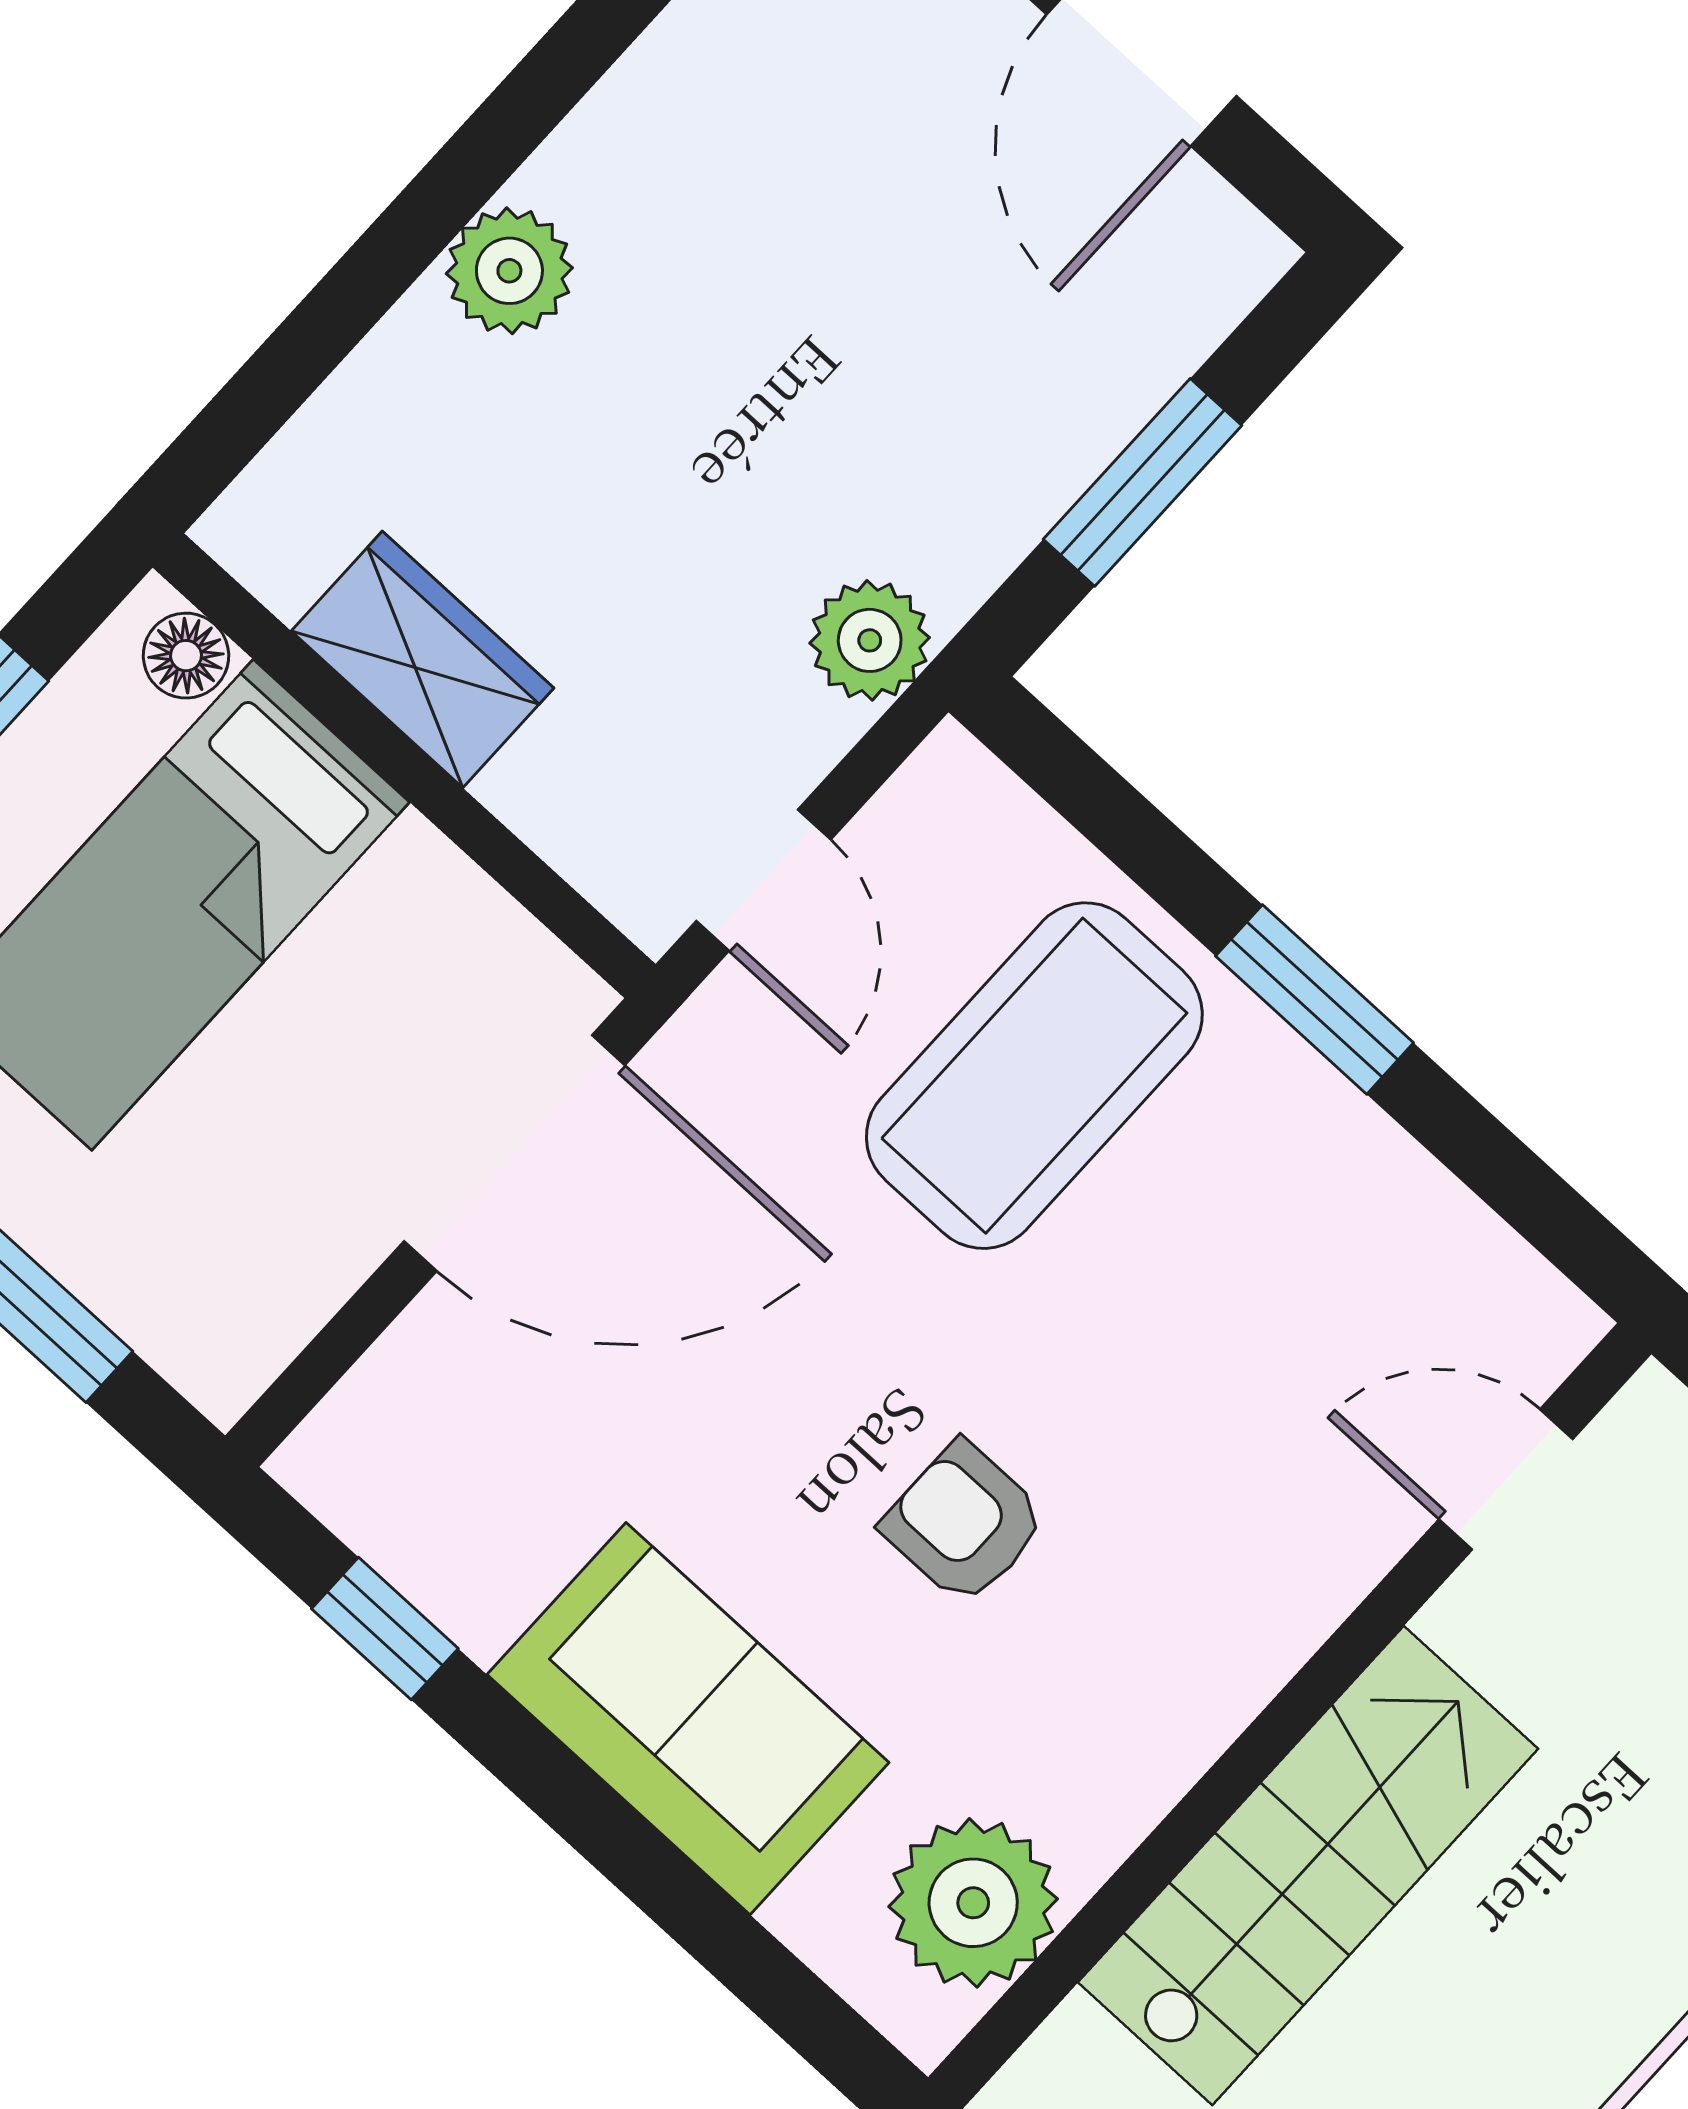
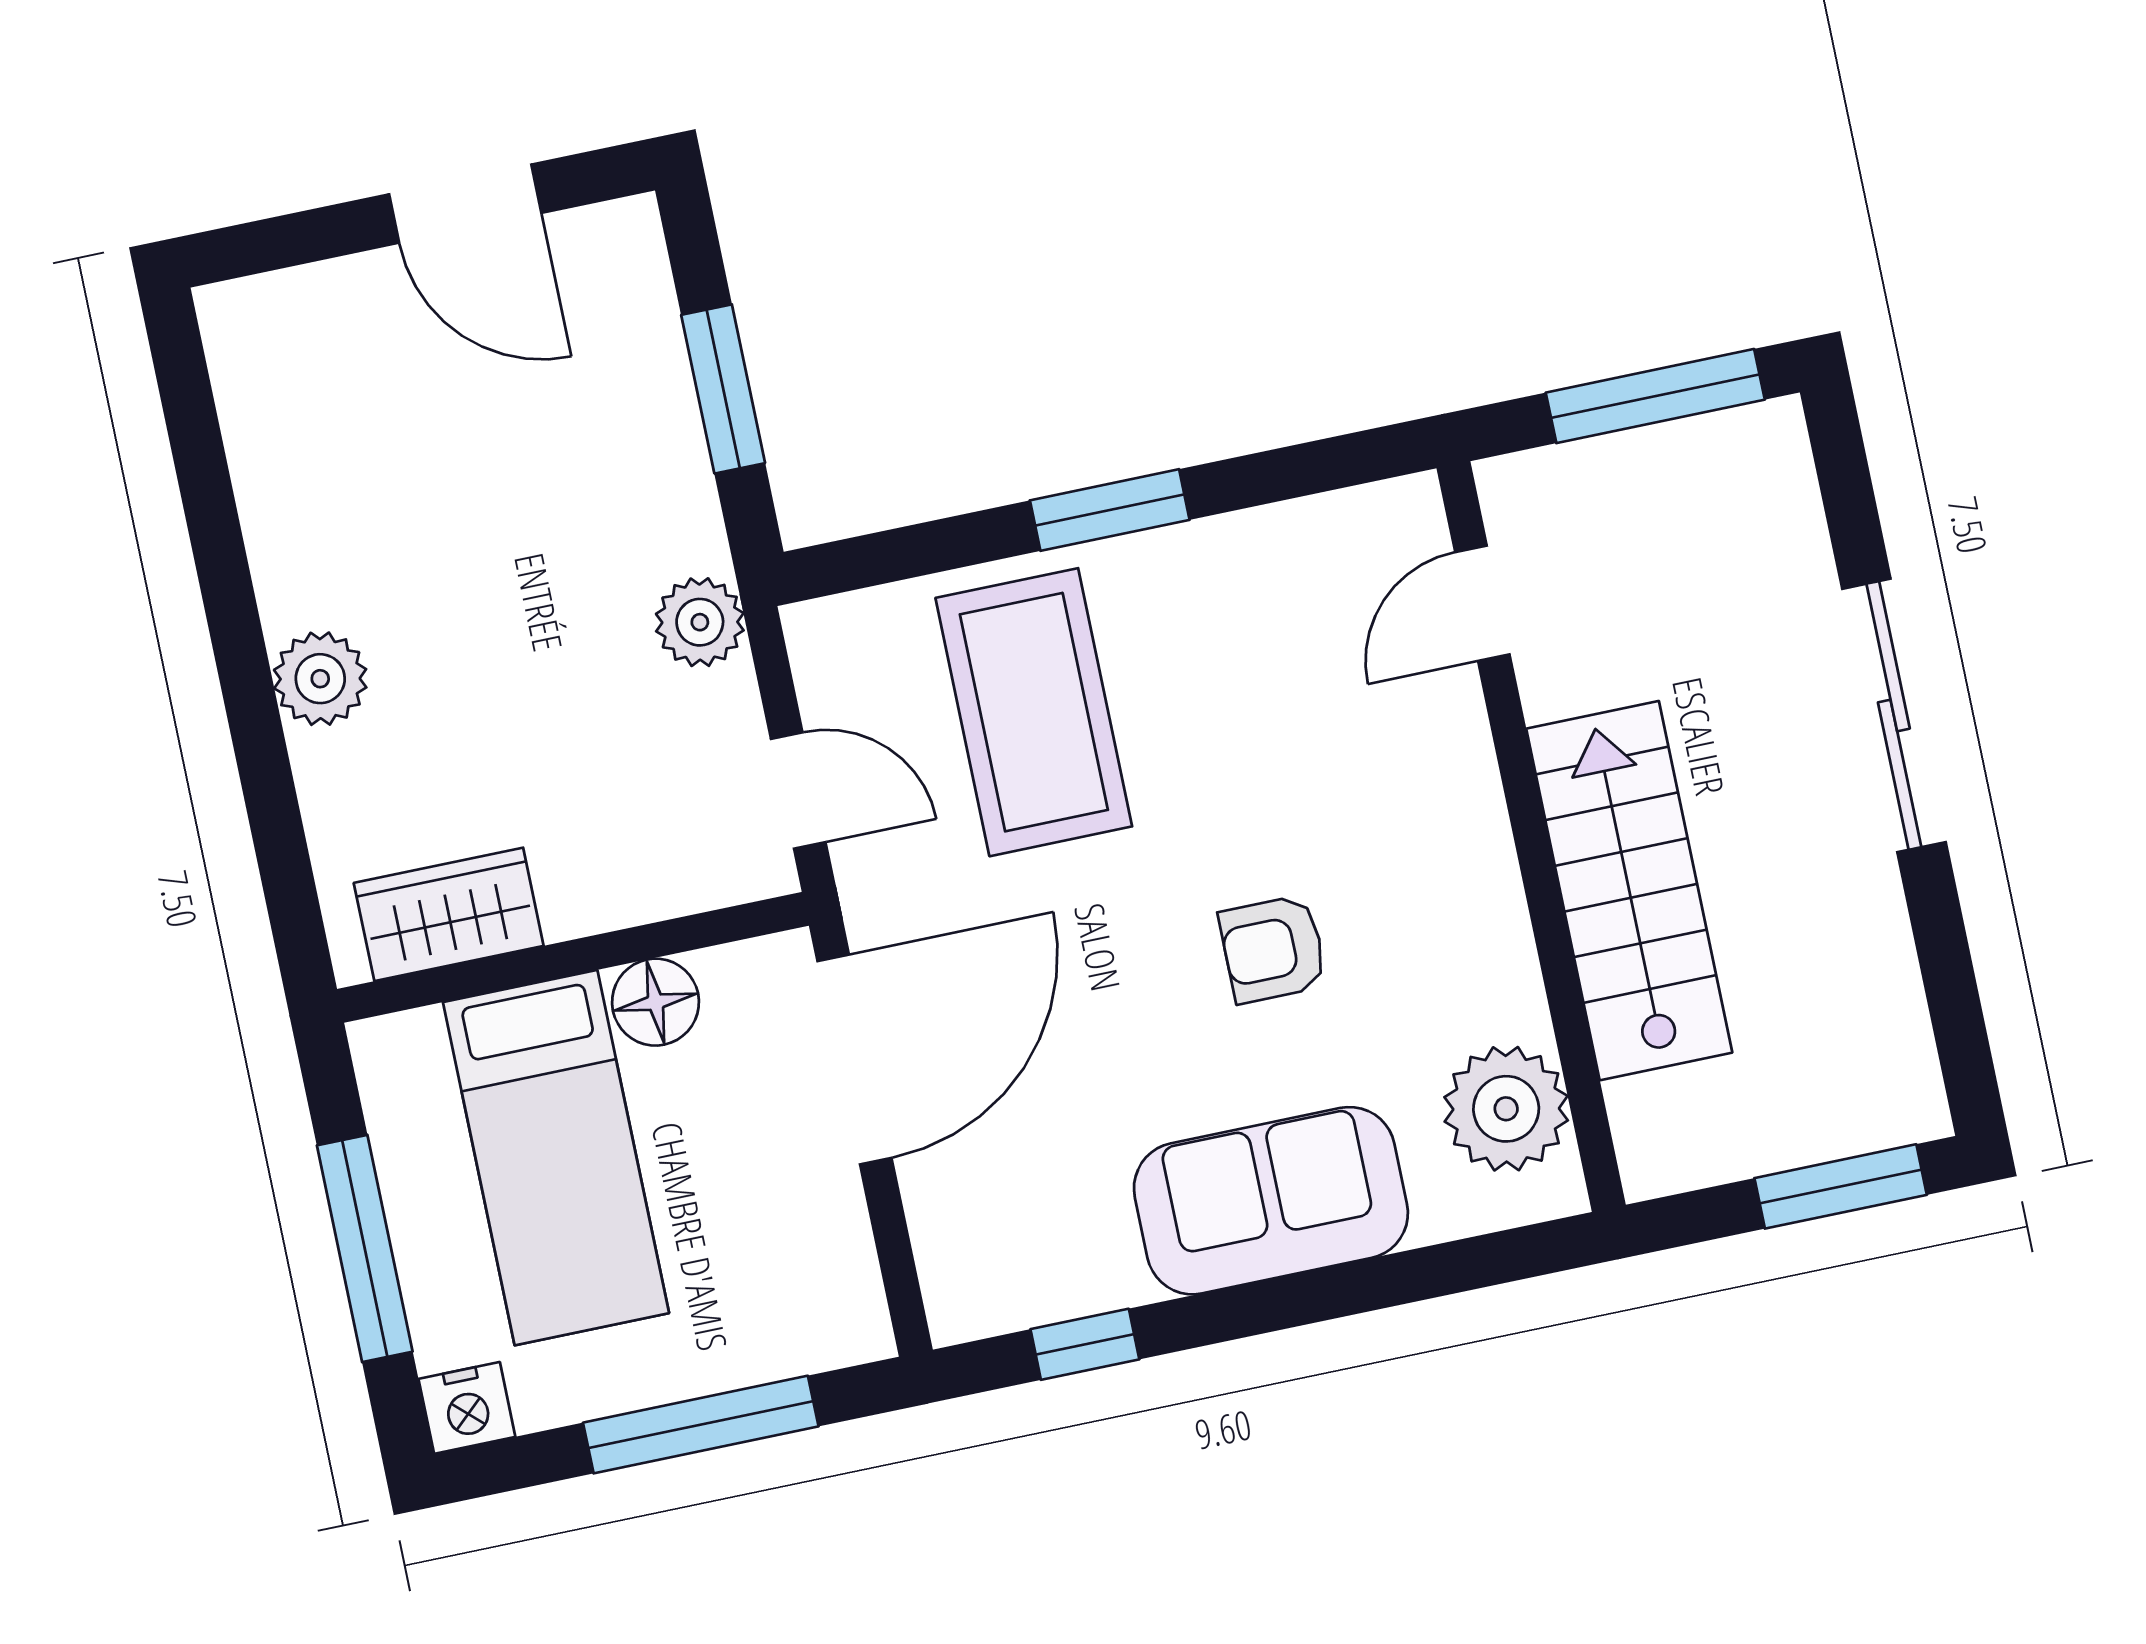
floor lamp: (186, 656) -> (656, 1002), moved, width x1.37, depth x1.37
wardrobe: (423, 660) -> (449, 914), moved

